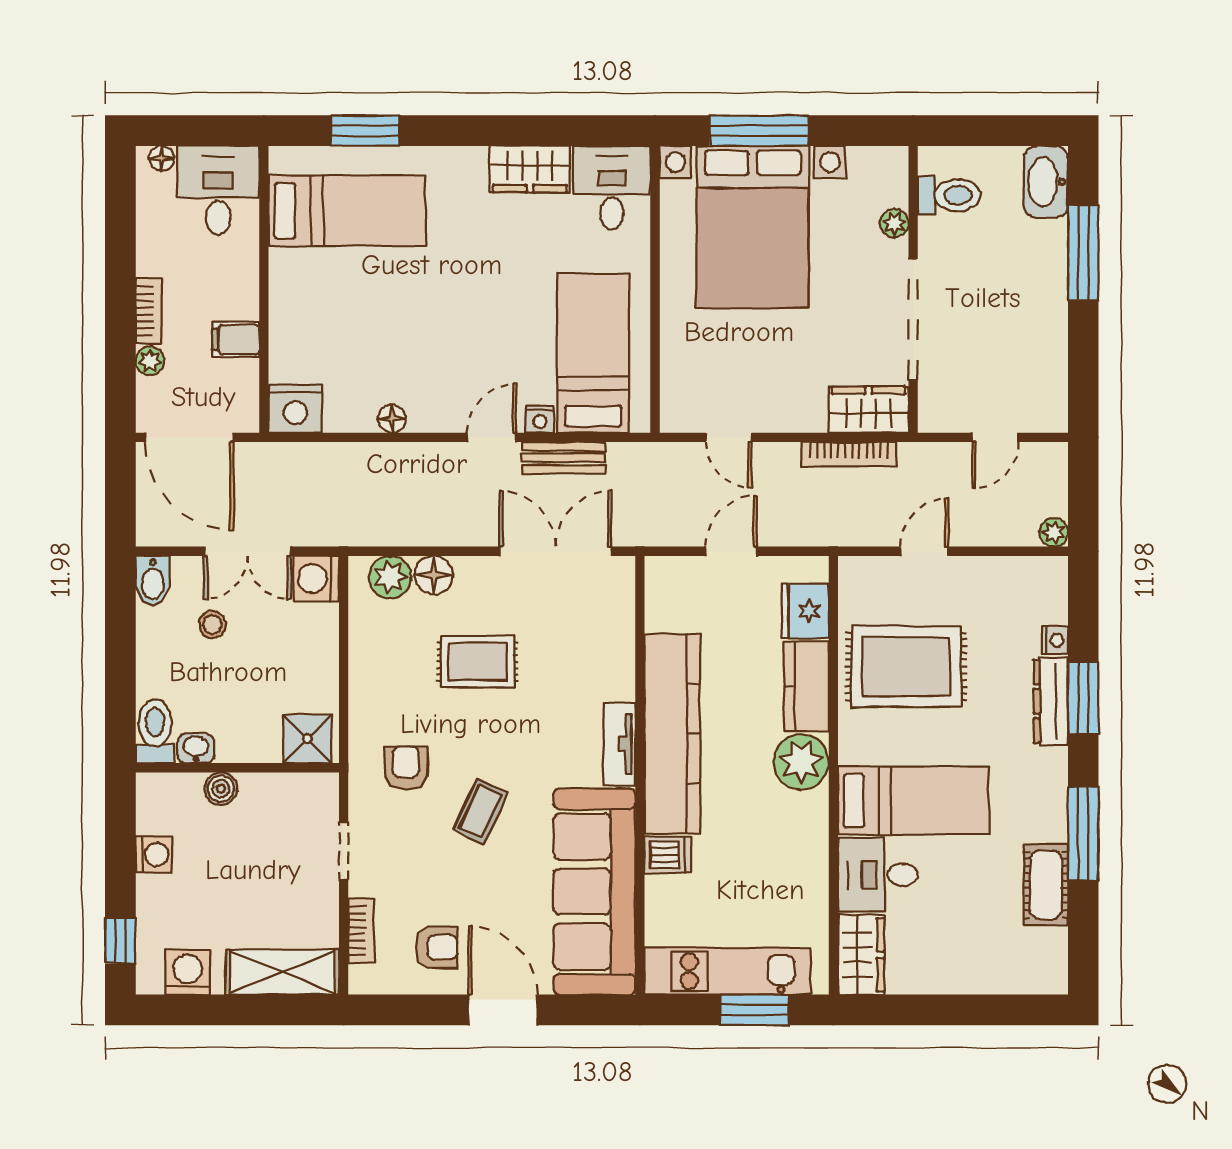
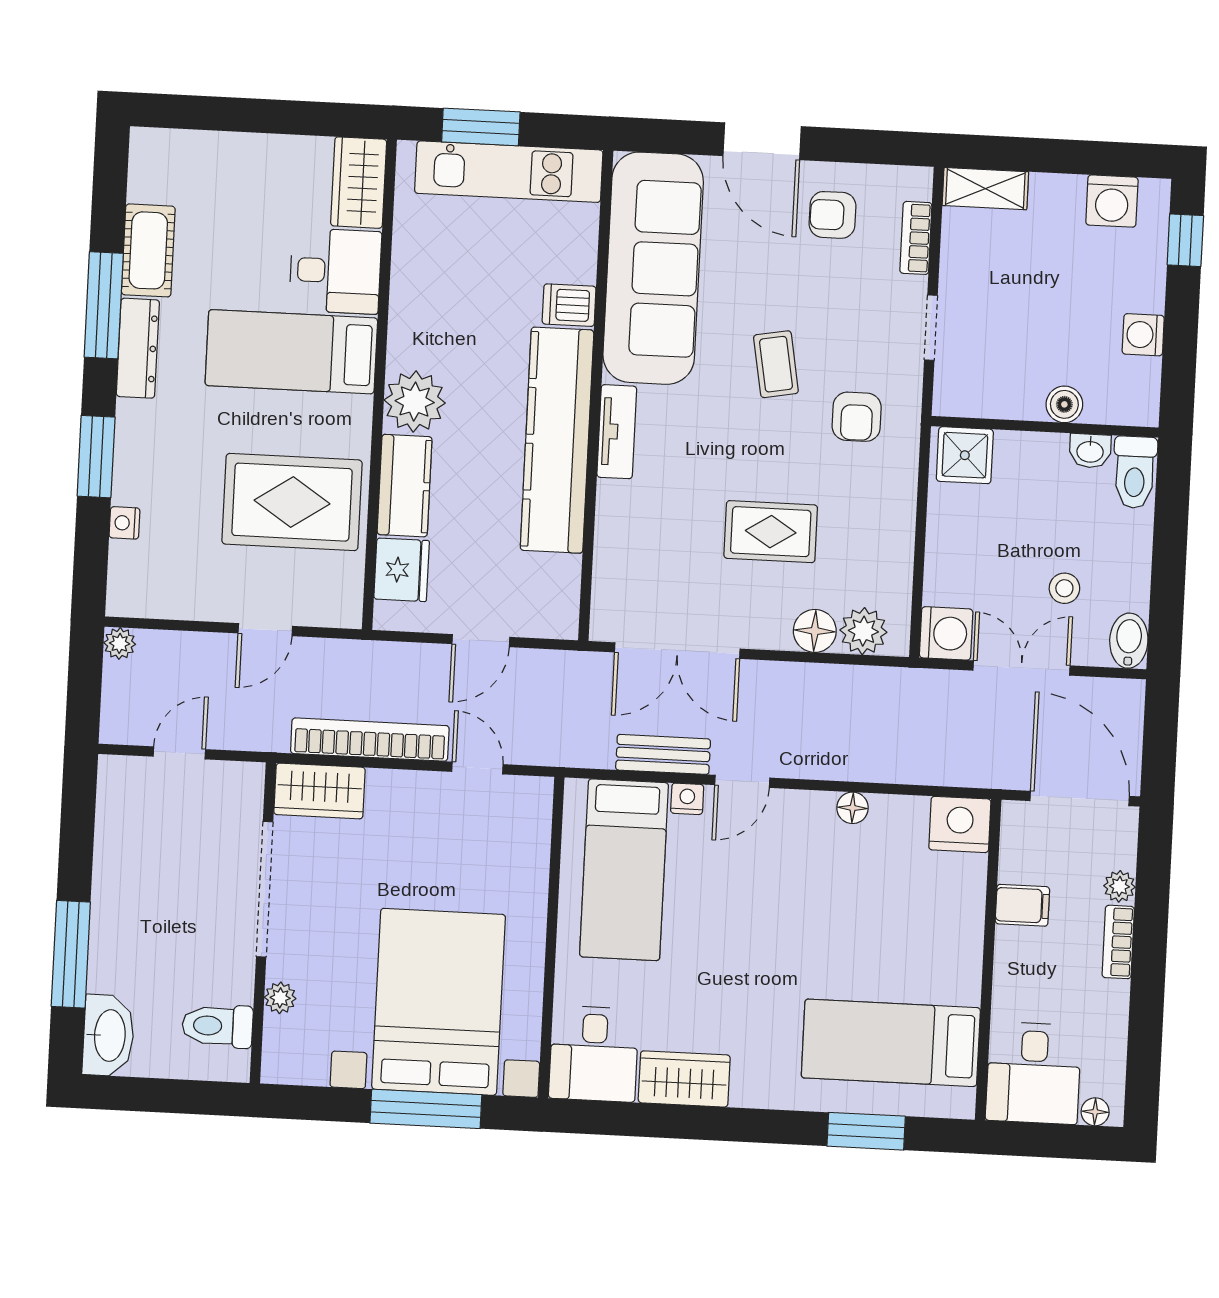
bookcase: (849, 454) -> (370, 740), width x1.48, depth x1.31
dresser: (1051, 701) -> (138, 348), moved
coffee table: (480, 811) -> (776, 364), turned -35
shelving: (282, 972) -> (985, 189), width x0.67, depth x0.75

